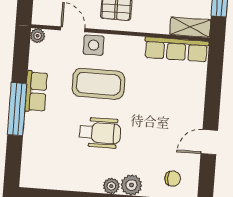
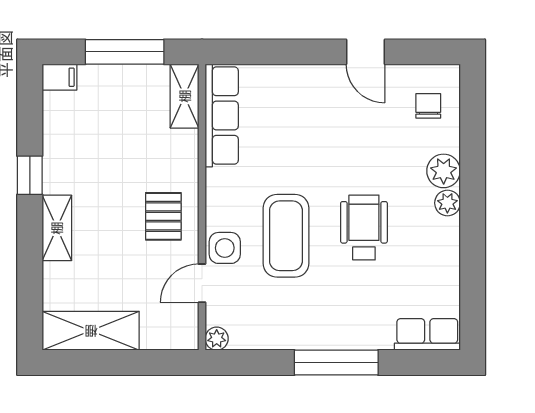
row of seats: (36, 91) -> (427, 334), moved

